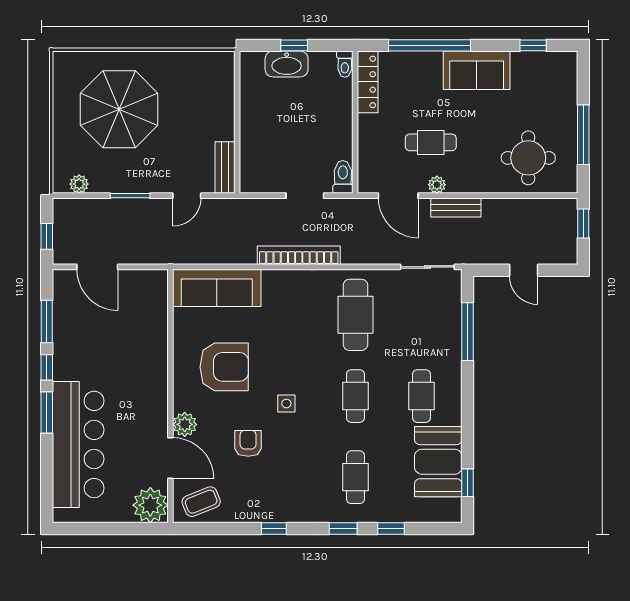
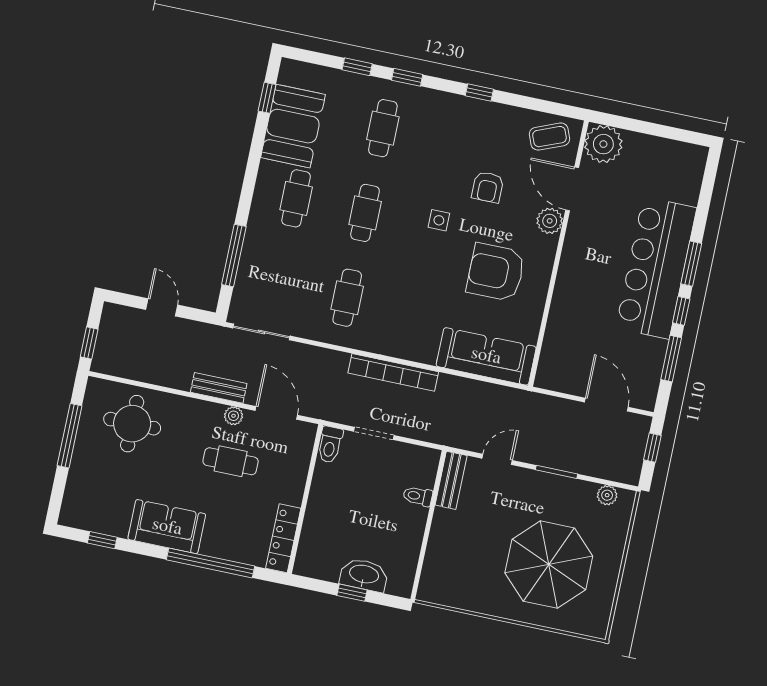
toilet: (345, 64) -> (418, 496), moved, turned -90
cafe table: (355, 315) -> (347, 298), width x0.73, depth x0.74
bar counter: (78, 444) -> (656, 268), moved

